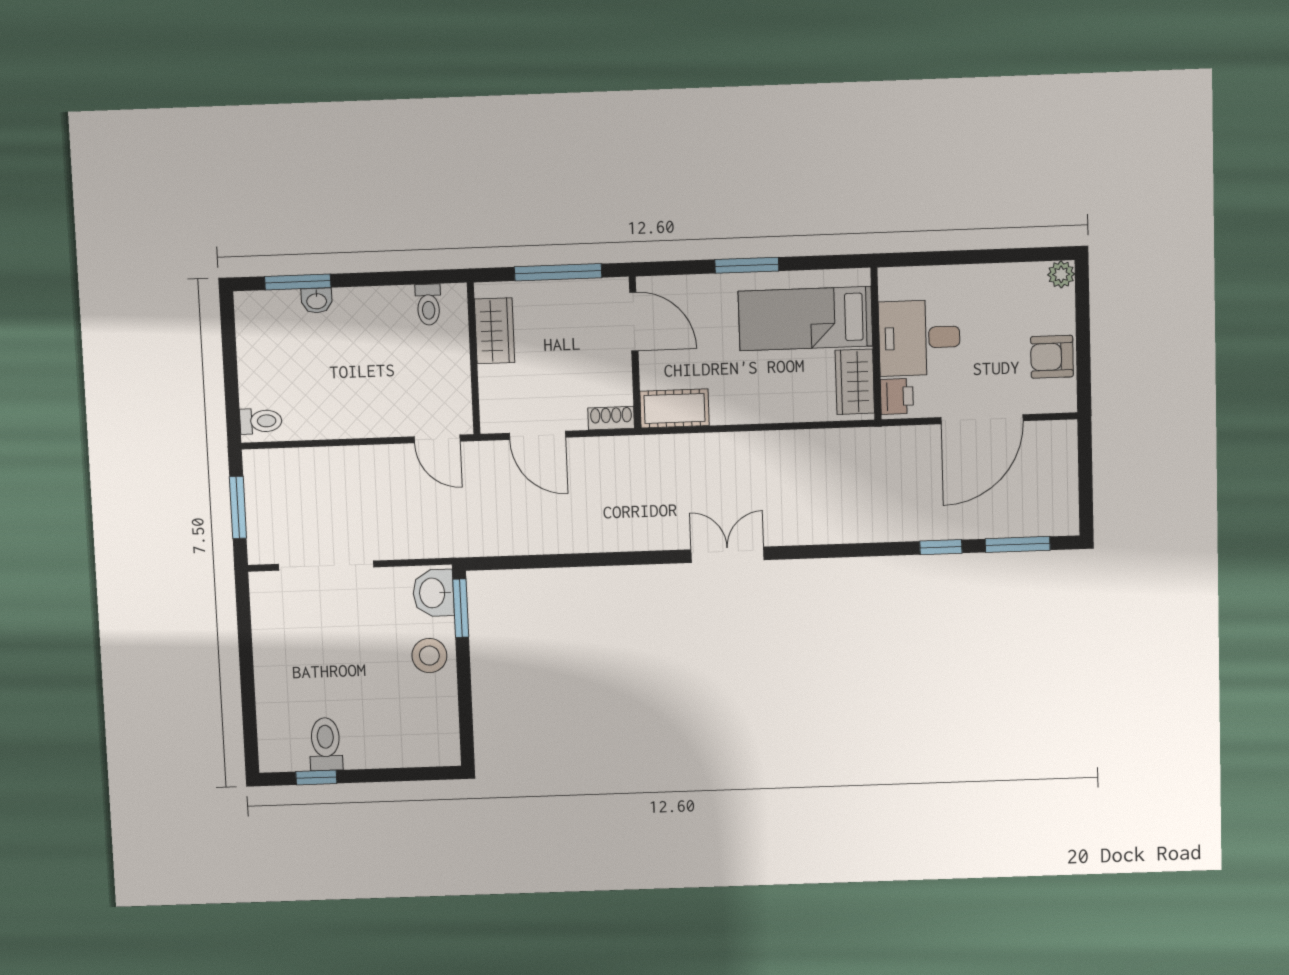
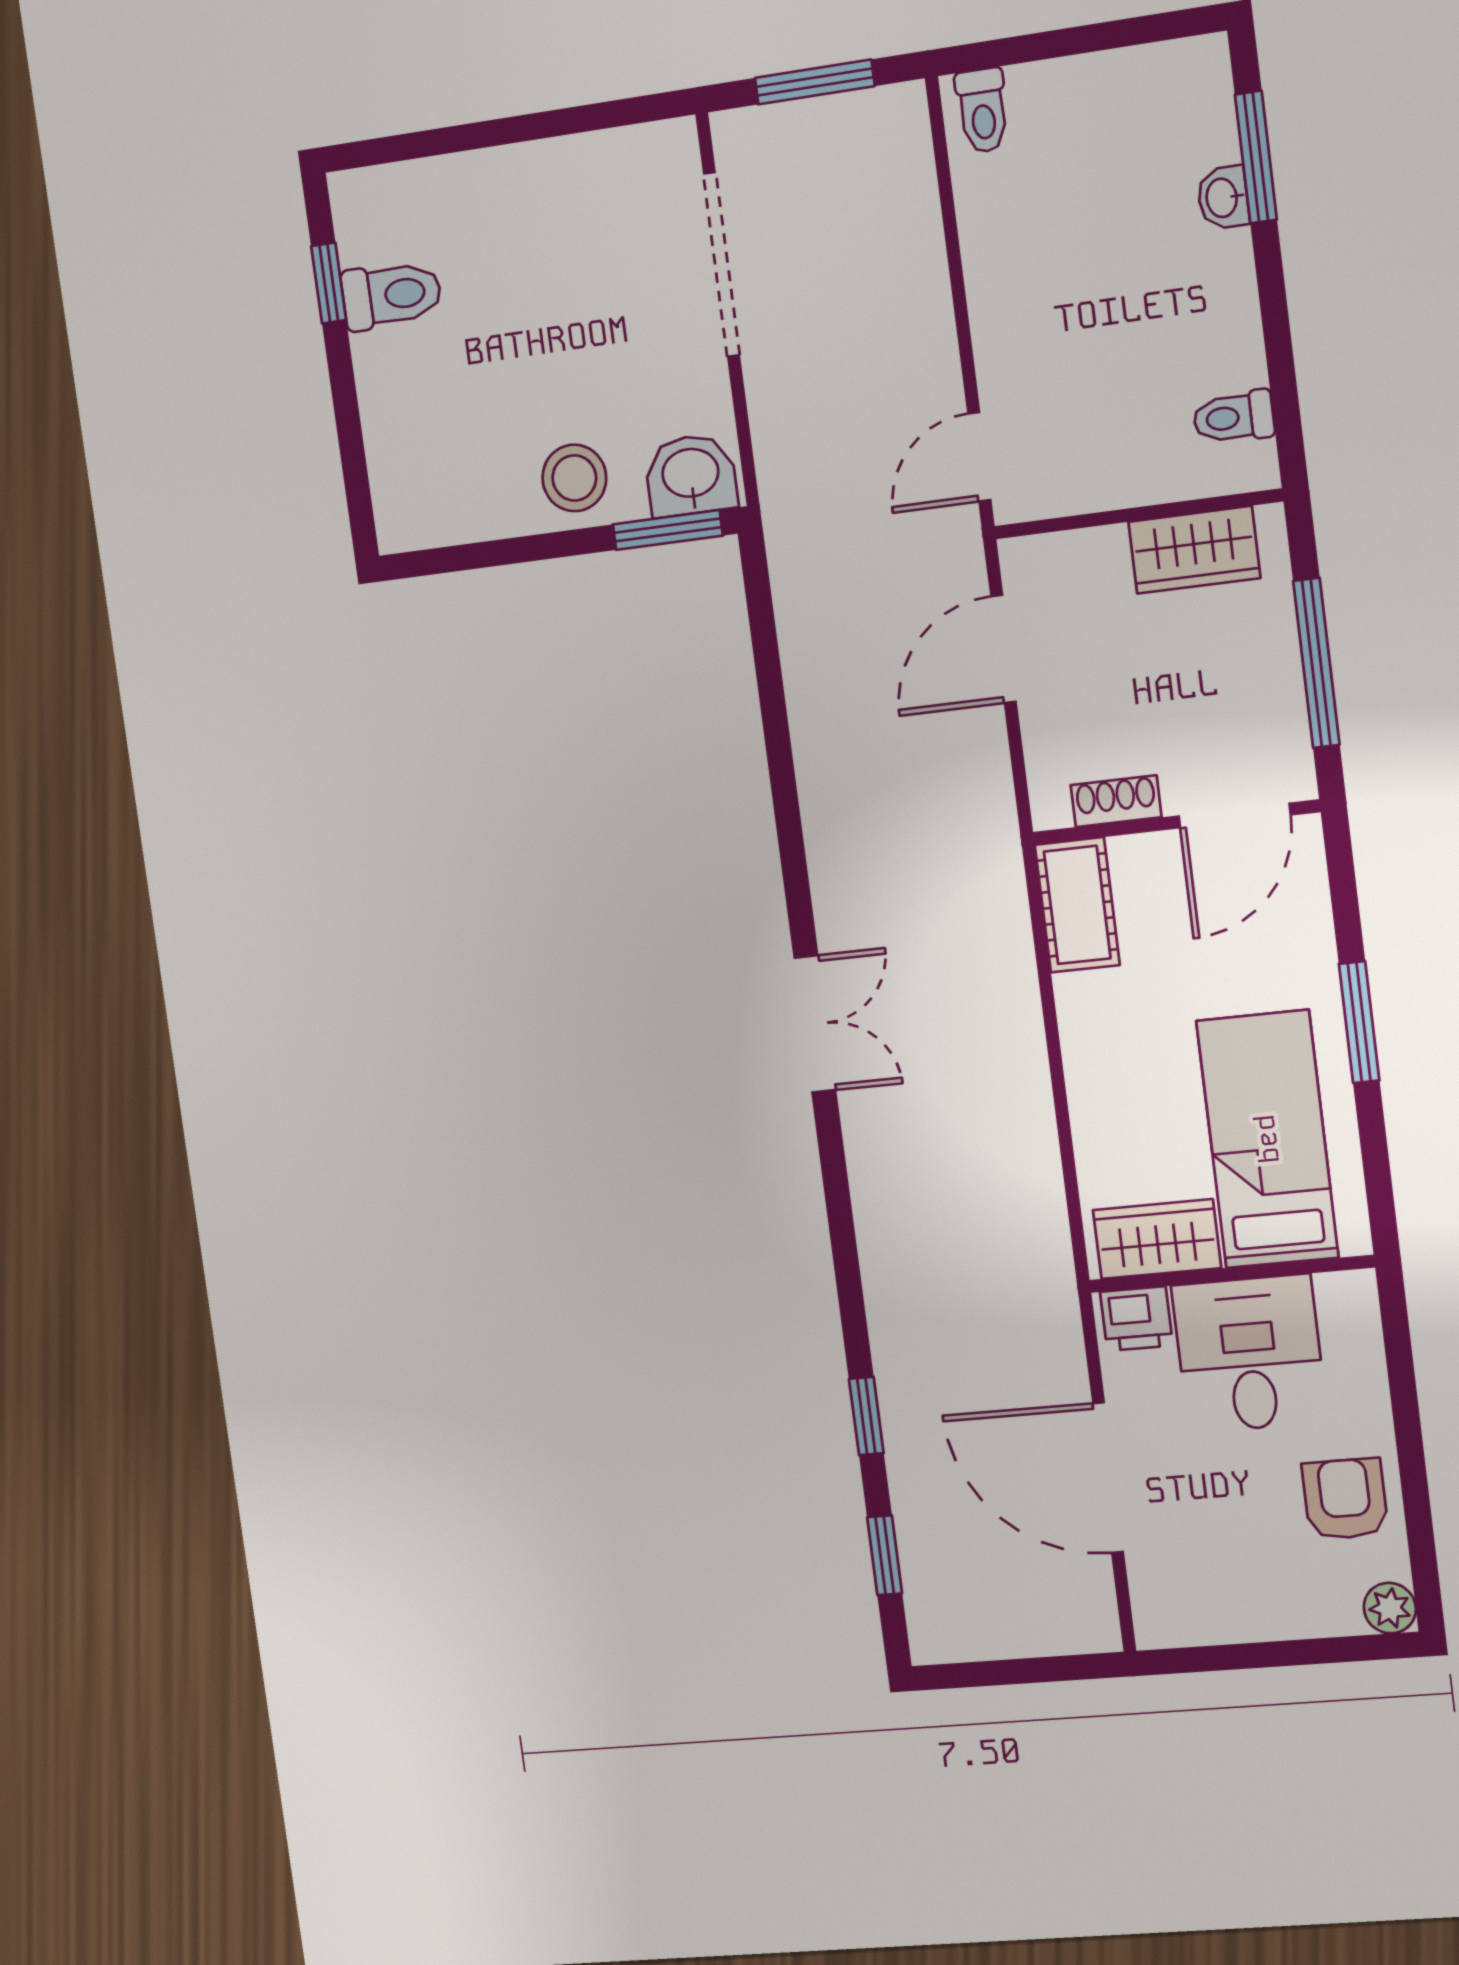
armchair: (1052, 357) -> (1345, 1499), moved
shoe rack: (611, 418) -> (1116, 801), moved, turned -90
window: (1018, 544) -> (885, 1555), width x0.67

